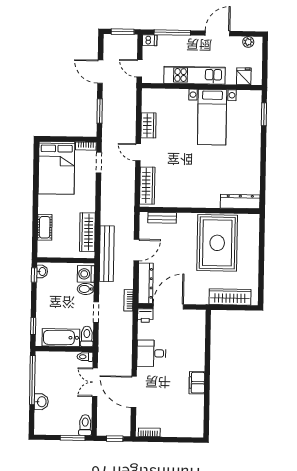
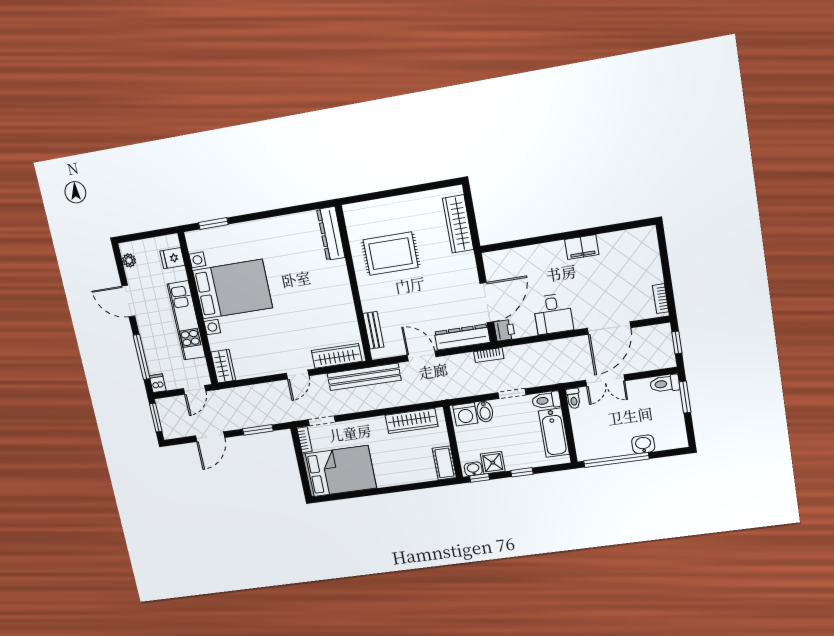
bed with nightstands: (212, 117) -> (233, 289), width x1.36
wardrobe: (148, 125) -> (223, 366), moved, turned 90
cot: (45, 227) -> (444, 463), moved, turned 90
rug: (217, 243) -> (391, 254), width x0.73, depth x0.69
bench: (107, 254) -> (364, 377), moved
shower: (45, 287) -> (493, 463), added
door: (168, 306) -> (487, 303), swing flipped
window: (33, 326) -> (522, 472), moved

